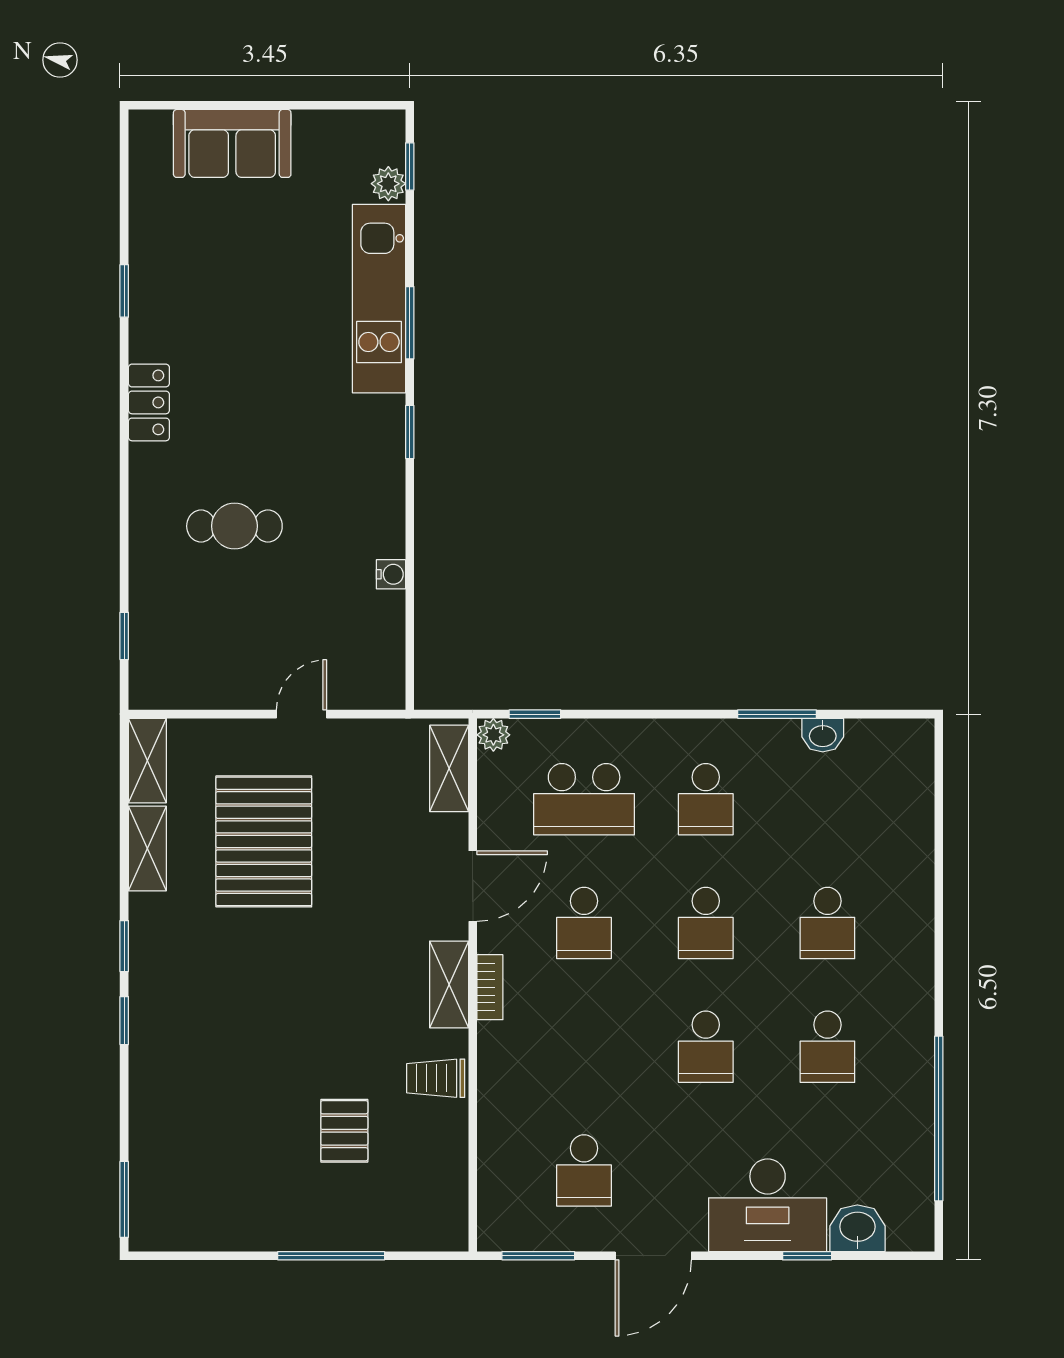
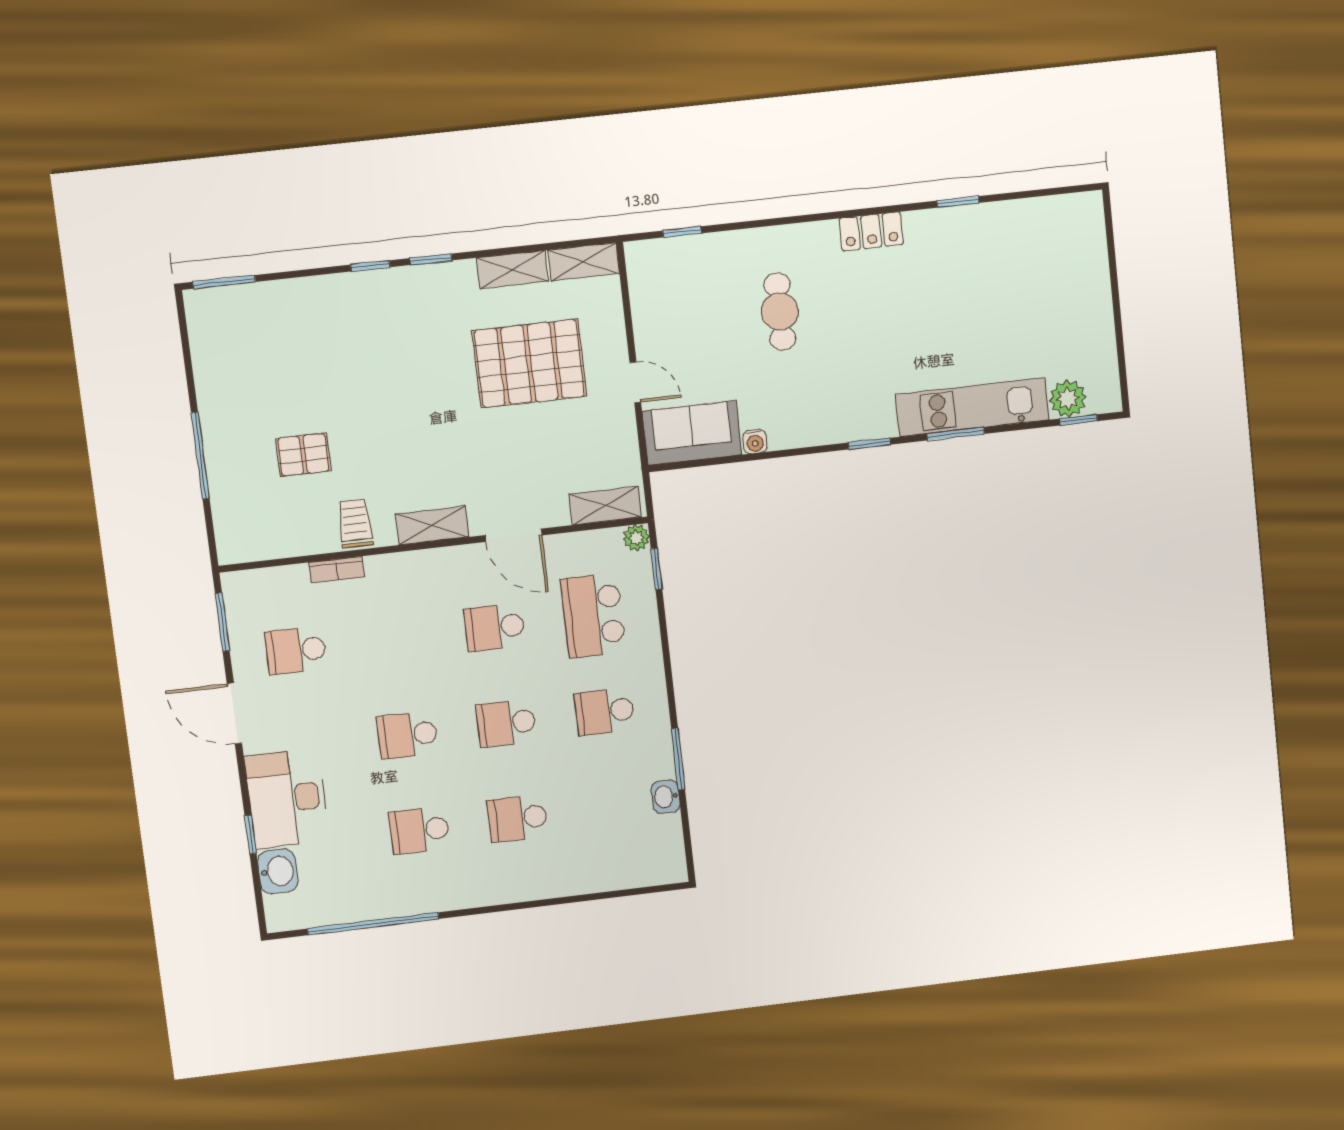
sofa: (232, 143) -> (692, 433), moved, turned 90
plant: (388, 184) -> (1068, 399), width x1.38, depth x1.38
bookcase: (490, 987) -> (337, 570), moved

